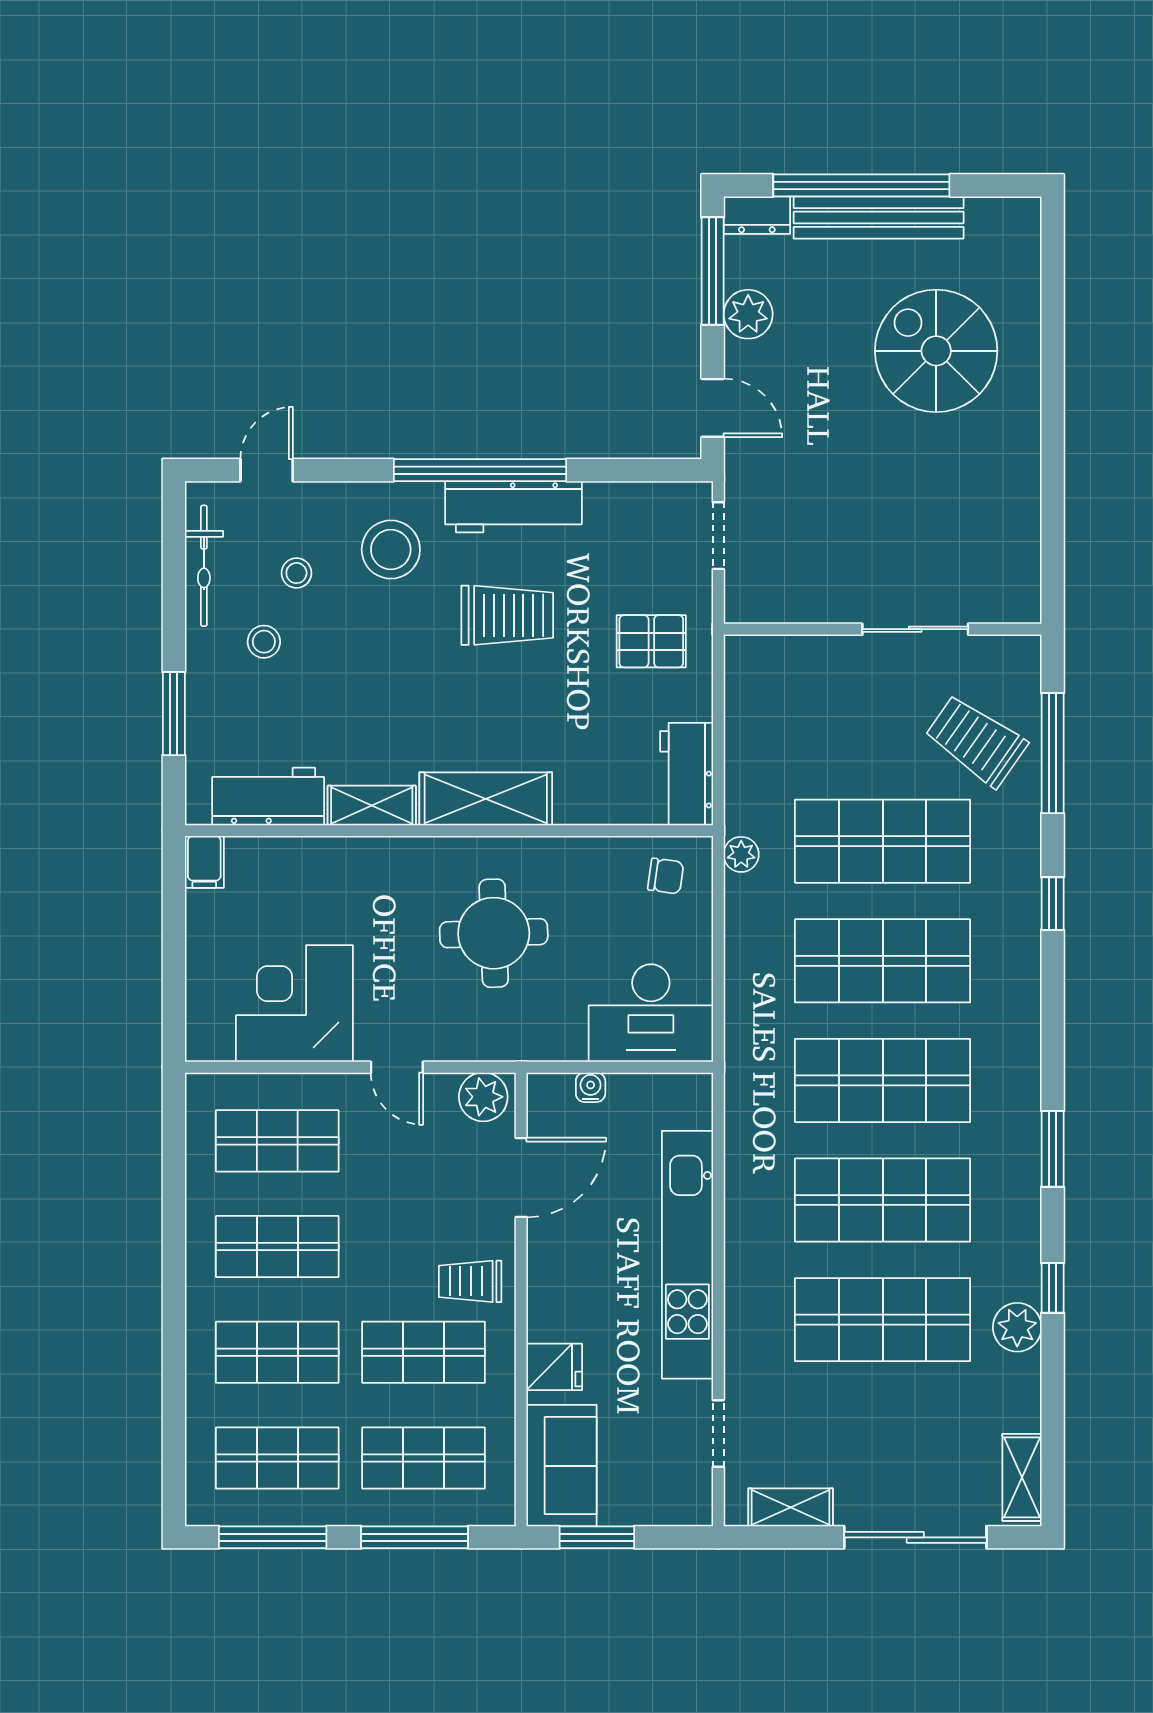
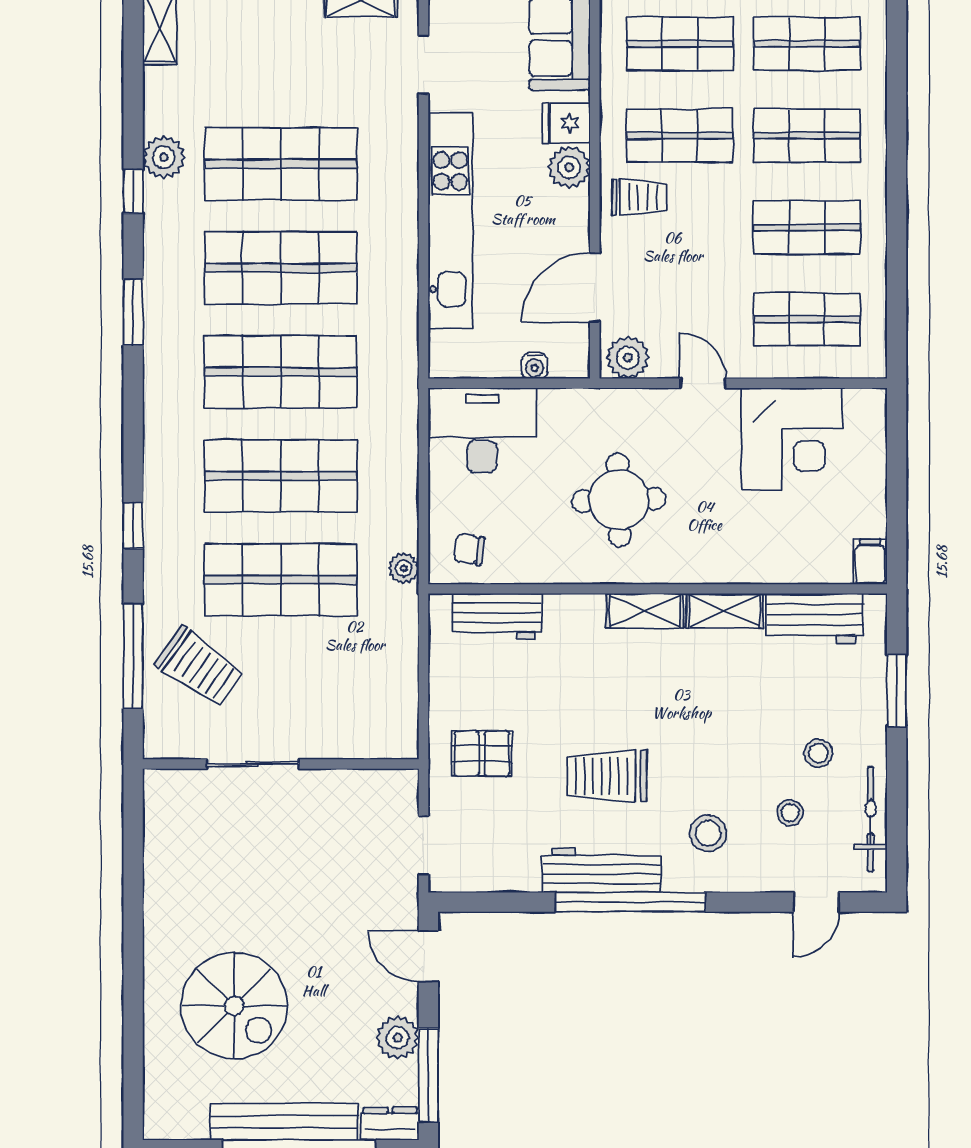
stool: (391, 550) -> (708, 833), width x0.73, depth x0.73
workbench: (687, 774) -> (497, 616), moved, turned 90
shelving: (486, 799) -> (645, 611), width x0.67, depth x0.75
plant: (551, 1316) -> (569, 167), added

